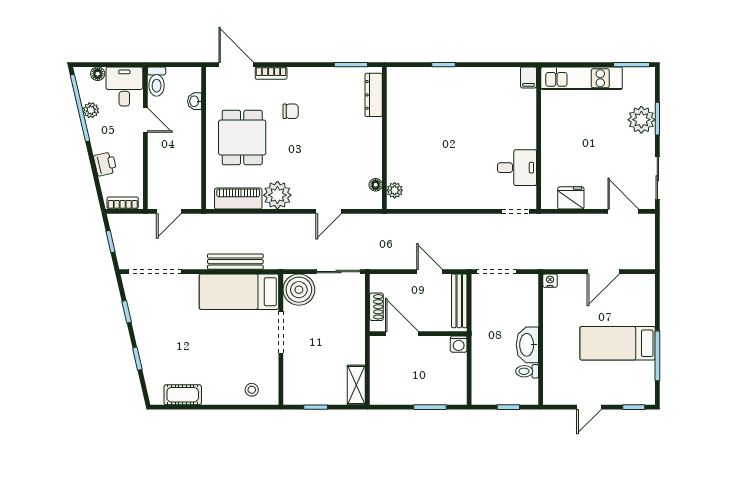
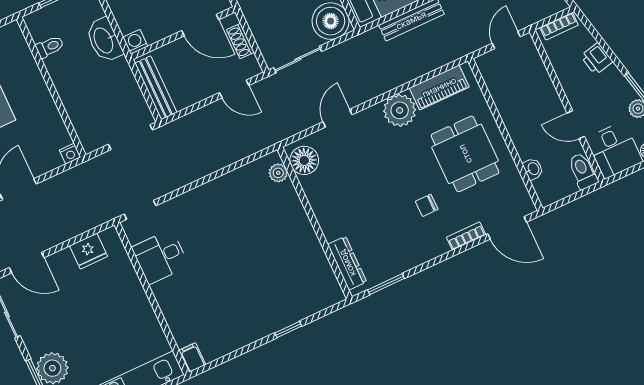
floor lamp: (376, 185) -> (304, 160), width x1.89, depth x1.89
door: (429, 272) -> (234, 89), moved
washbasin: (527, 345) -> (104, 40), moved, turned 180

